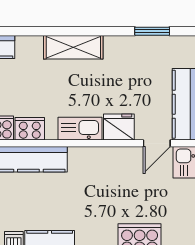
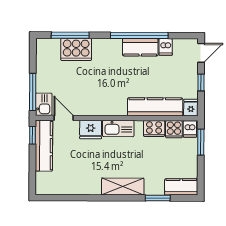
window: (152, 31) -> (158, 198), moved
door: (157, 143) -> (64, 118), hinge flipped

